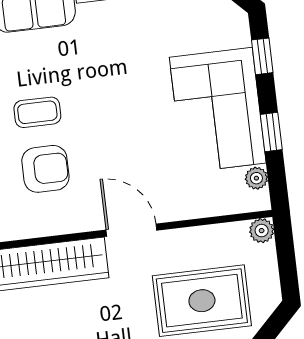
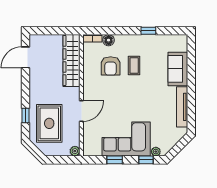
plant: (256, 178) -> (156, 152), moved
door: (131, 230) -> (81, 111), moved

